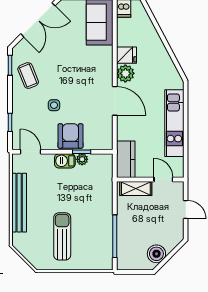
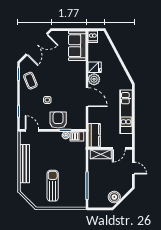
barbecue: (65, 161) -> (77, 136), moved
door: (163, 179) -> (119, 148), swing flipped

